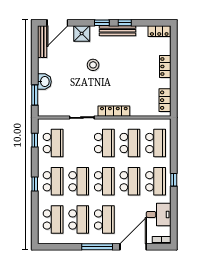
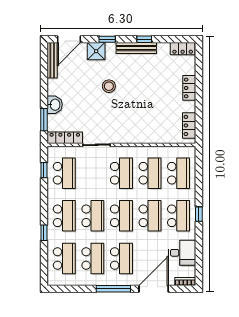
window: (102, 23) -> (107, 39), moved
locker: (114, 111) -> (65, 138), moved
window: (35, 184) -> (44, 233), moved

